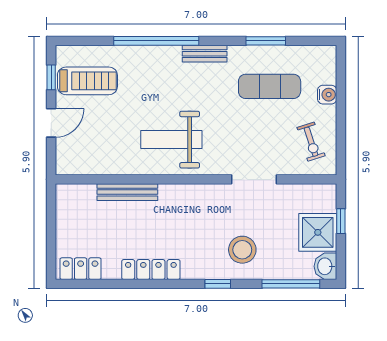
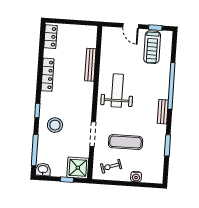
exercise mat: (270, 86) -> (126, 142), moved, turned 90
shower: (318, 232) -> (78, 168), moved

